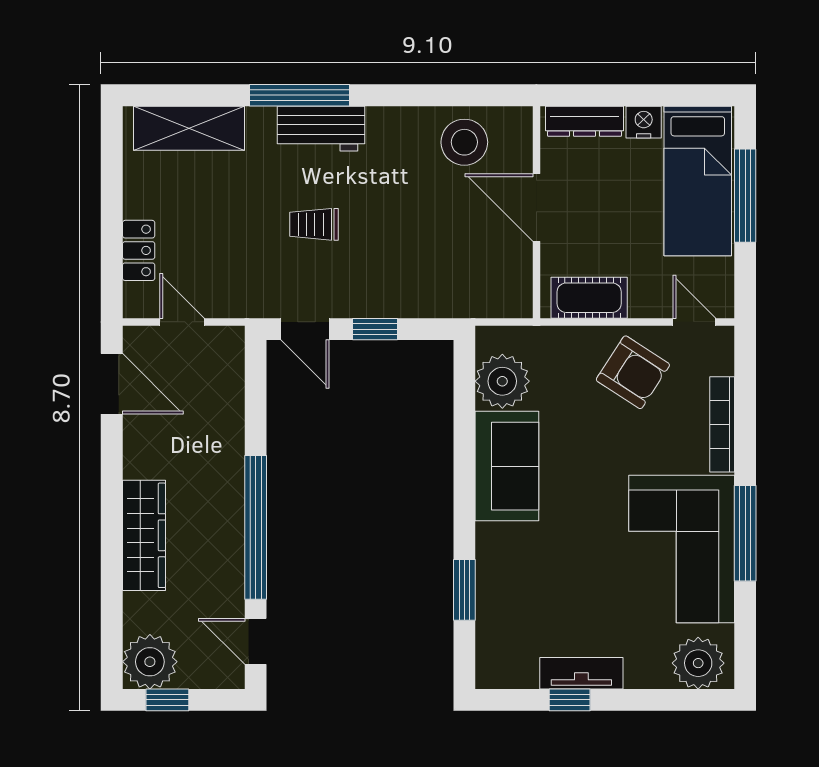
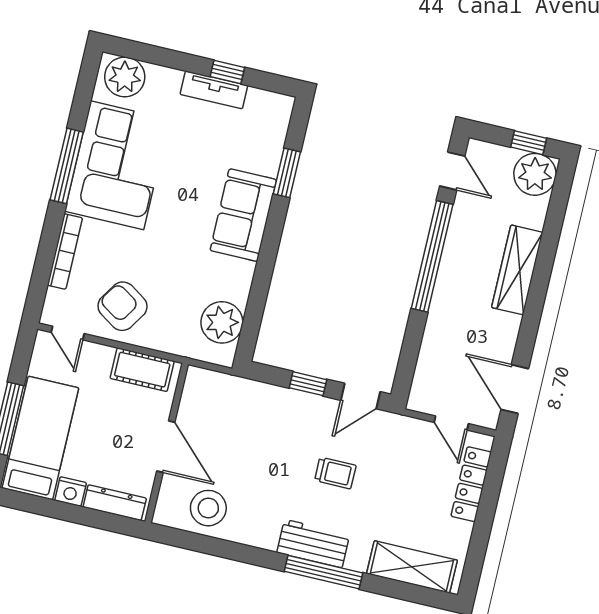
locker: (139, 250) -> (471, 484), width x1.53
door: (305, 329) -> (360, 396), swing flipped
sofa: (507, 466) -> (243, 215), moved

